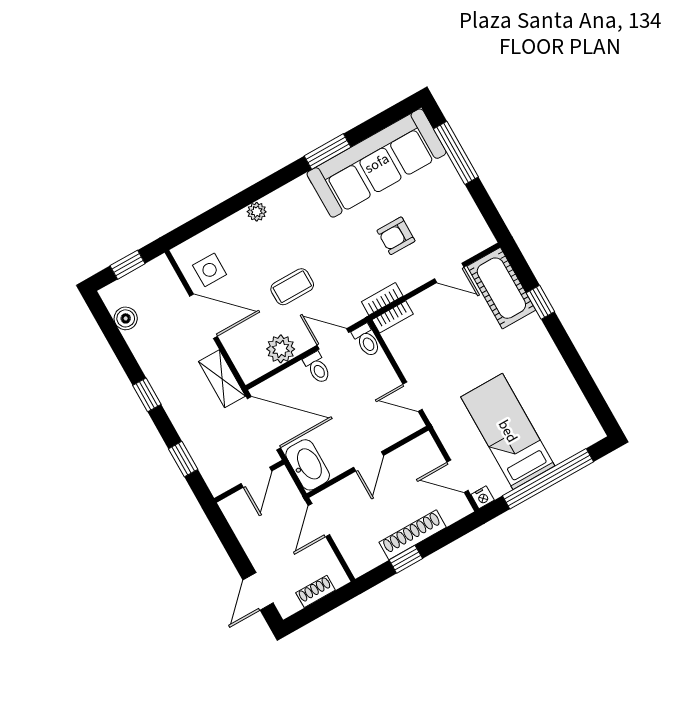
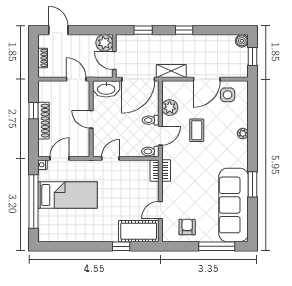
armchair: (396, 236) -> (187, 227), moved
boiler: (126, 318) -> (242, 41), moved
plant: (237, 508) -> (104, 43), added

